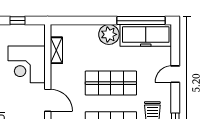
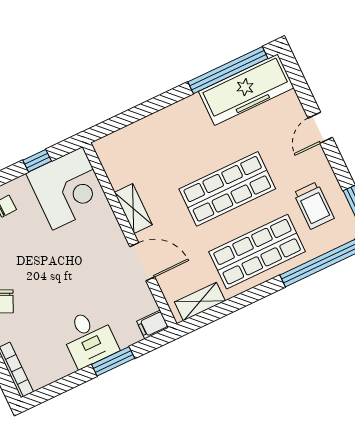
plant: (109, 34) -> (189, 115), removed
shelving: (56, 50) -> (133, 209), moved
corner desk: (27, 64) -> (68, 188), moved, turned -90

